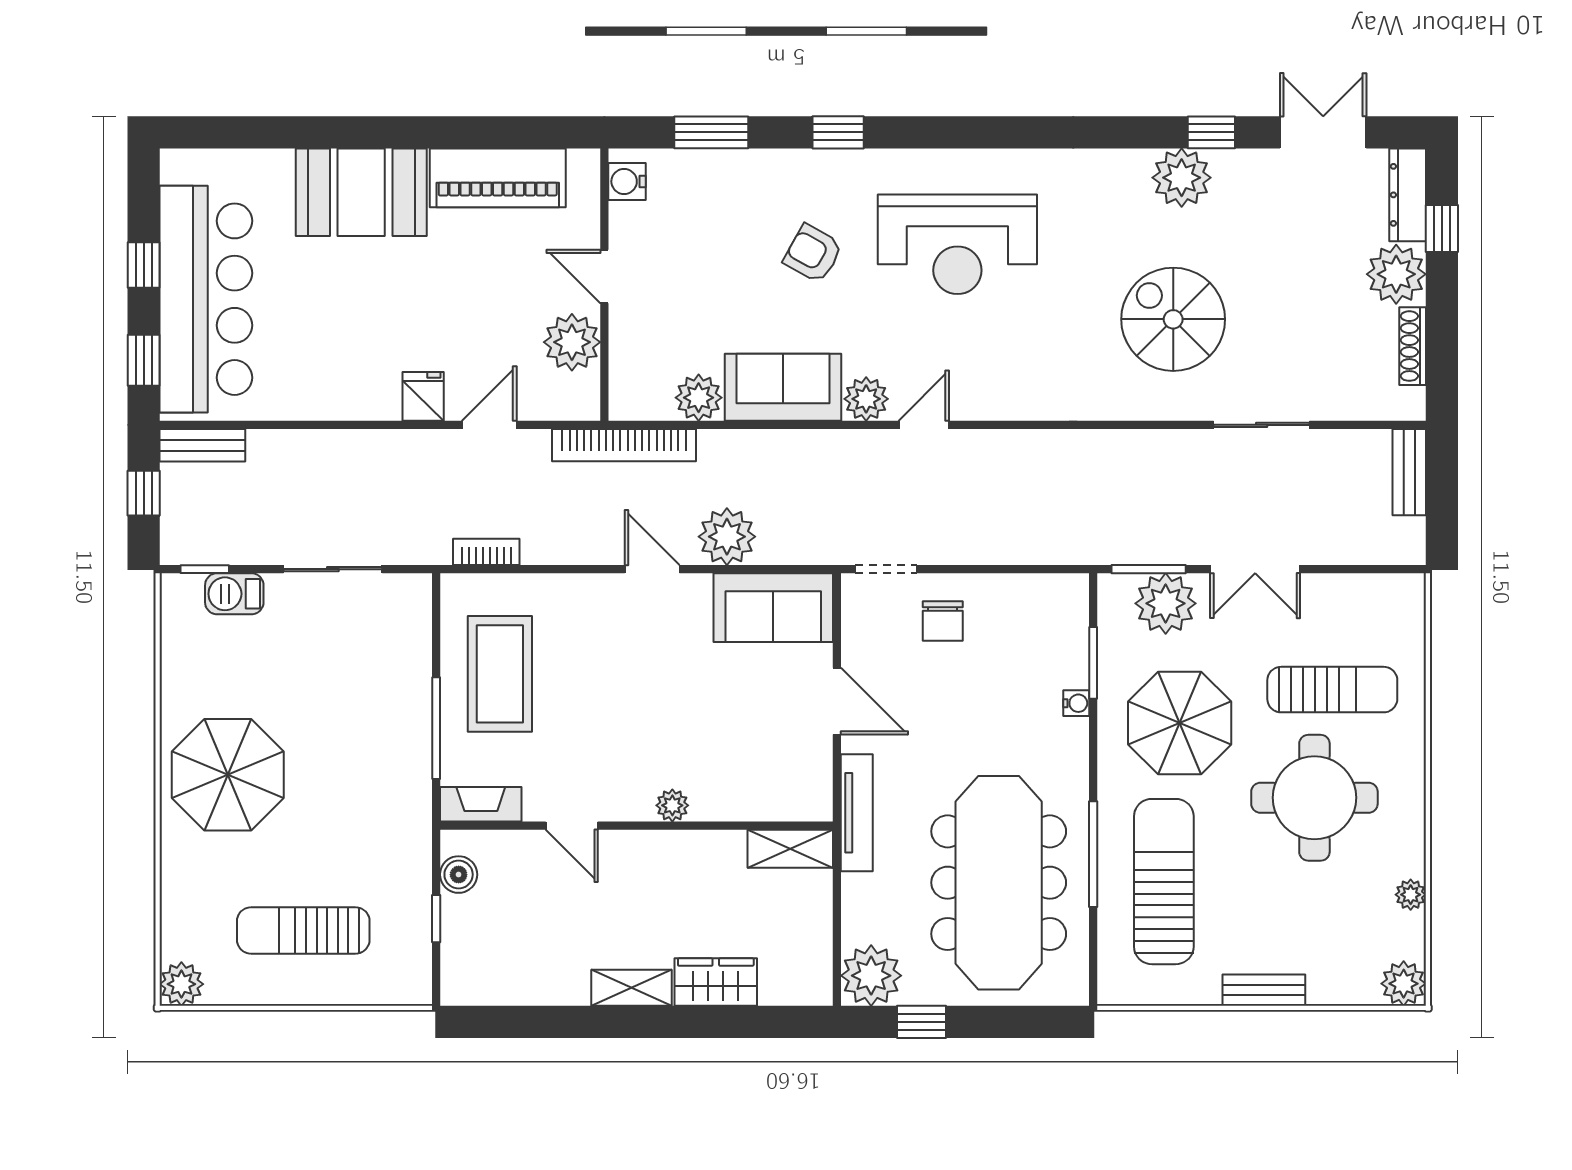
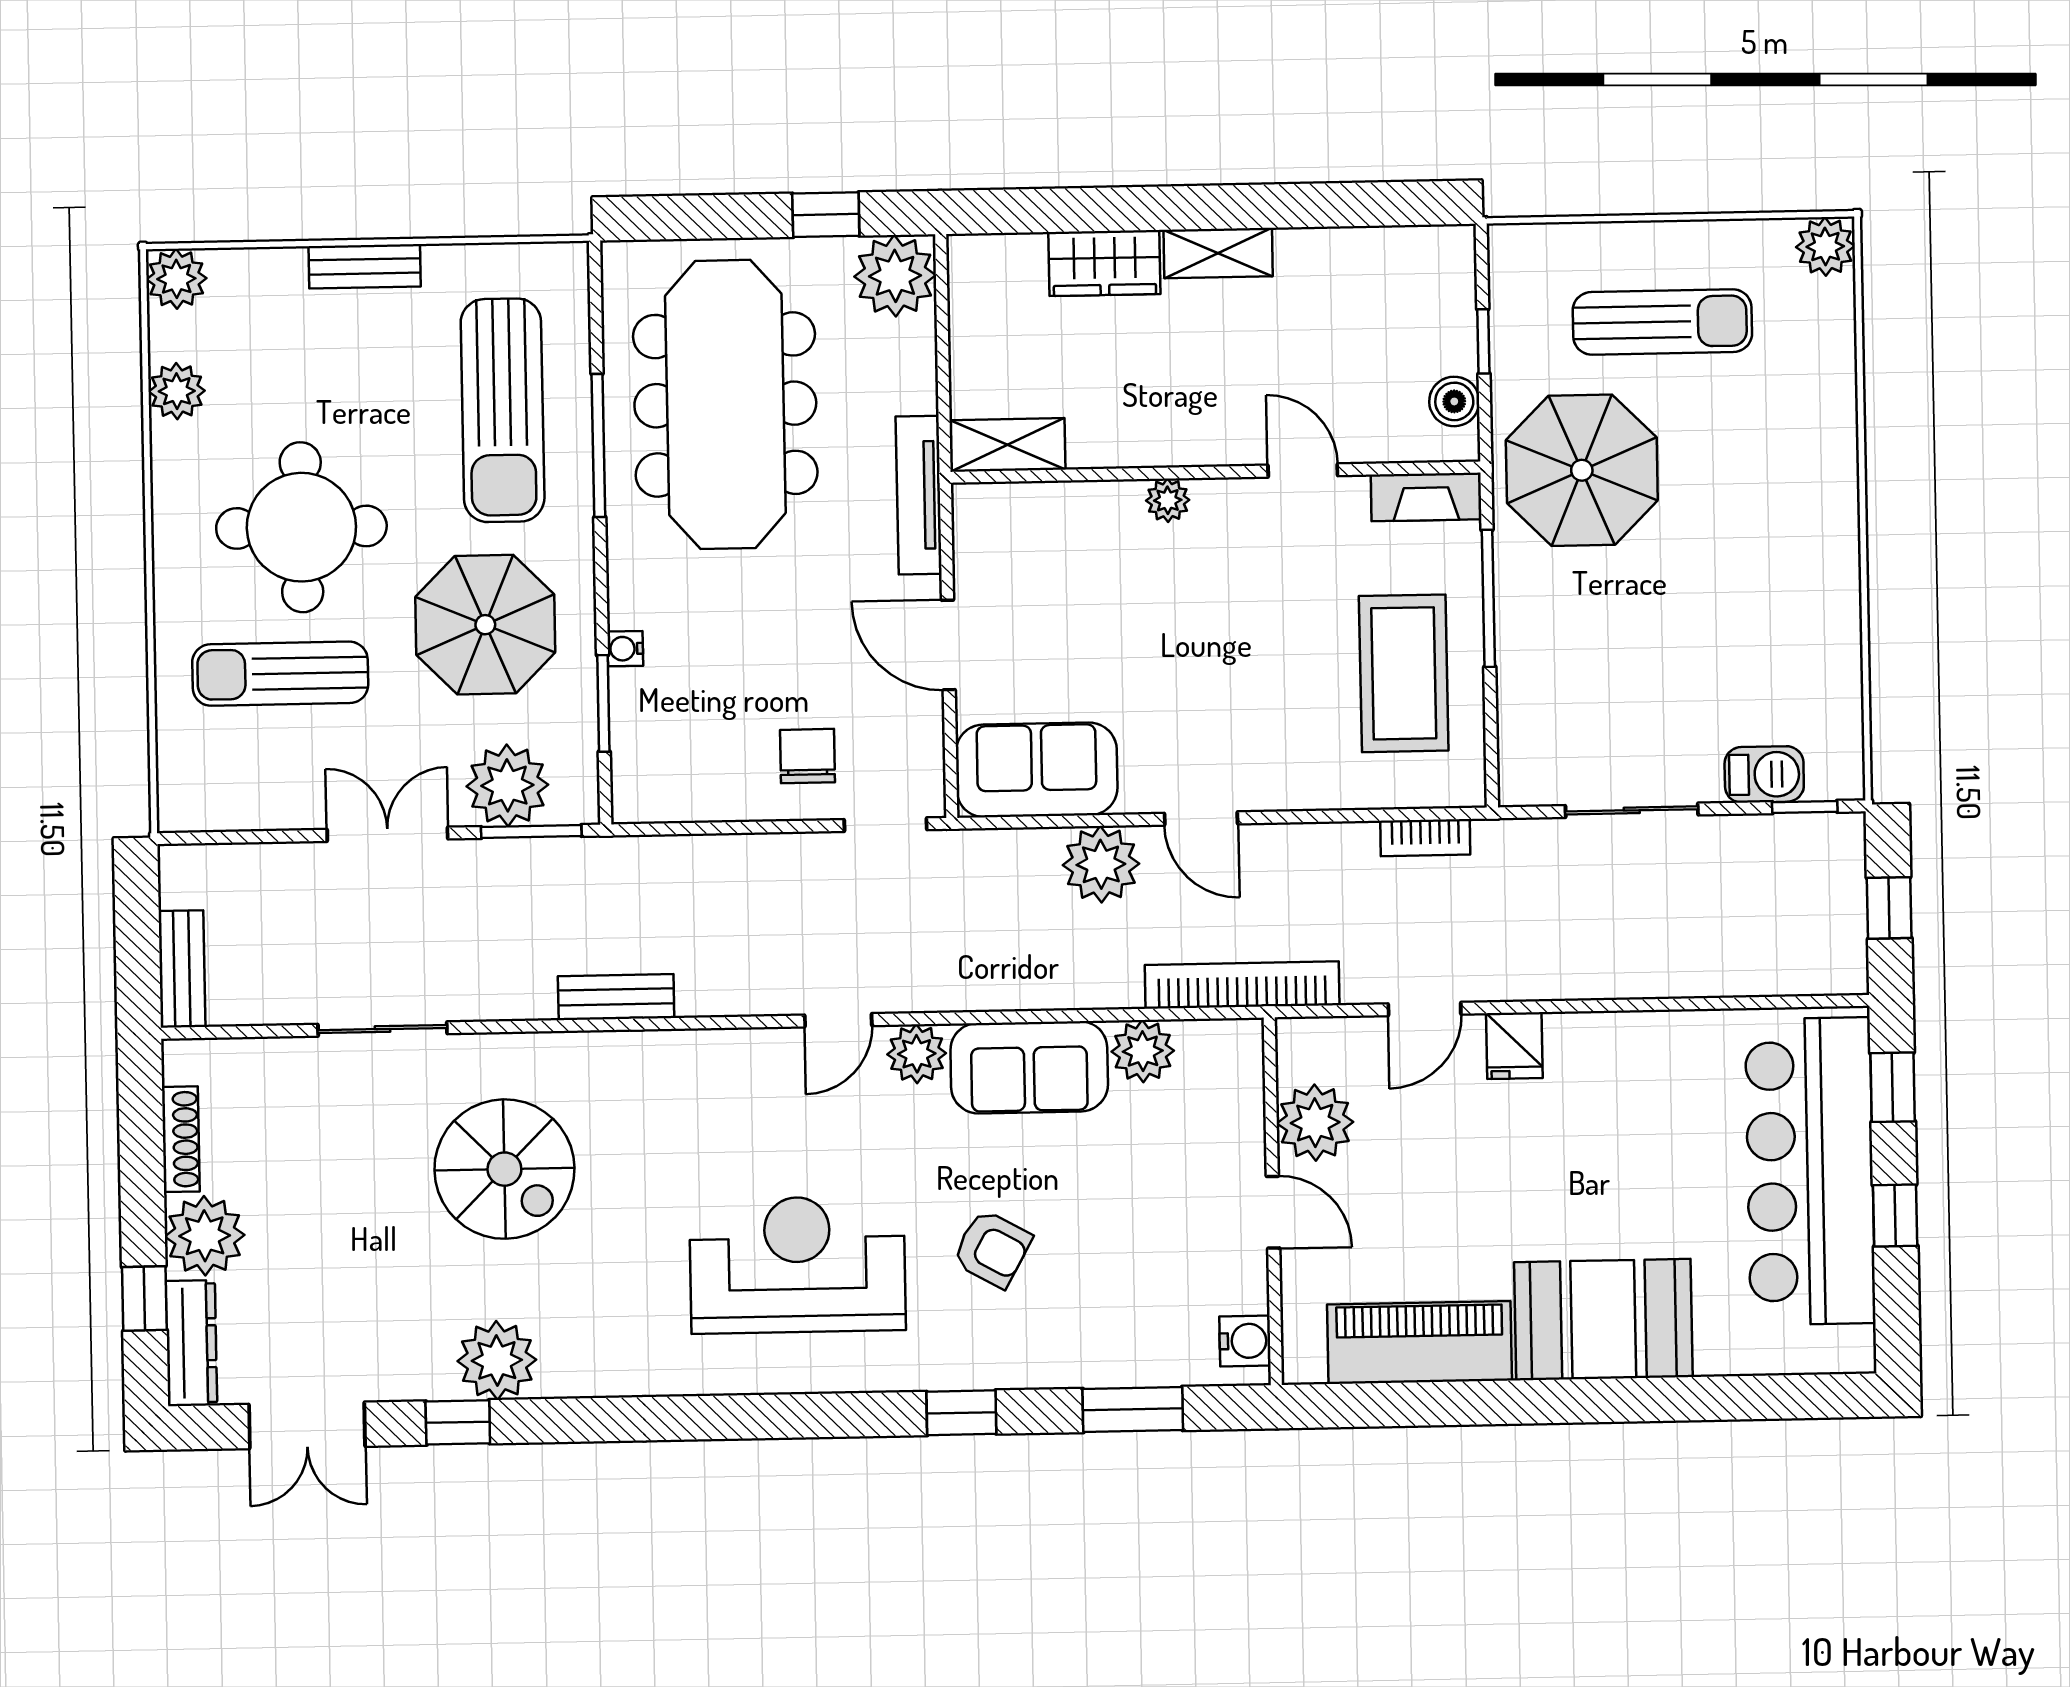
bench: (202, 445) -> (616, 997), moved
parasol: (228, 775) -> (1582, 470), moved
plant: (1411, 895) -> (177, 391), width x1.38, depth x1.38

